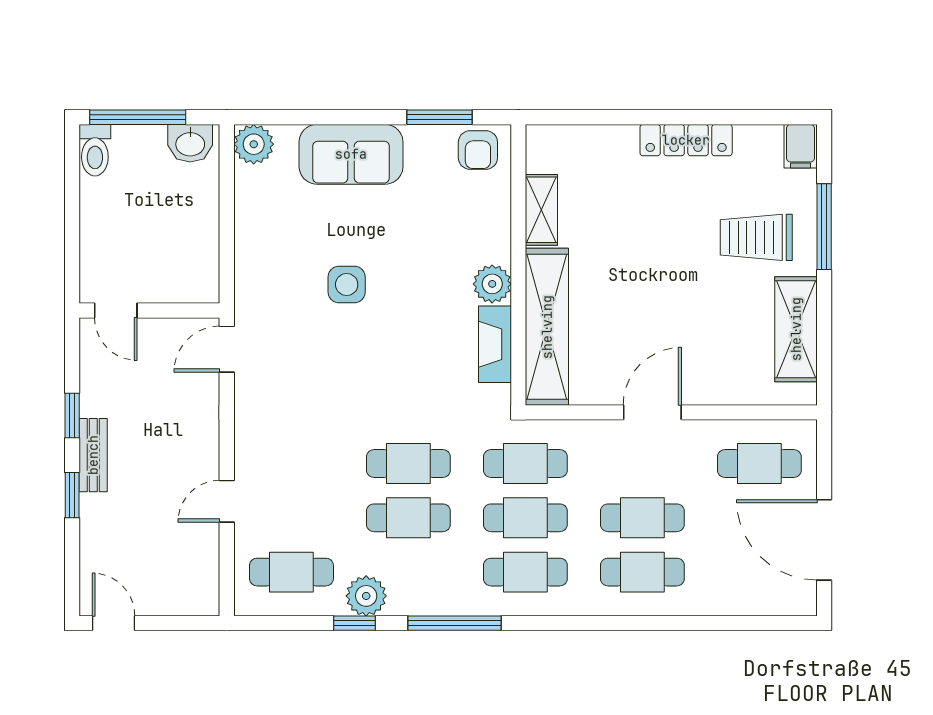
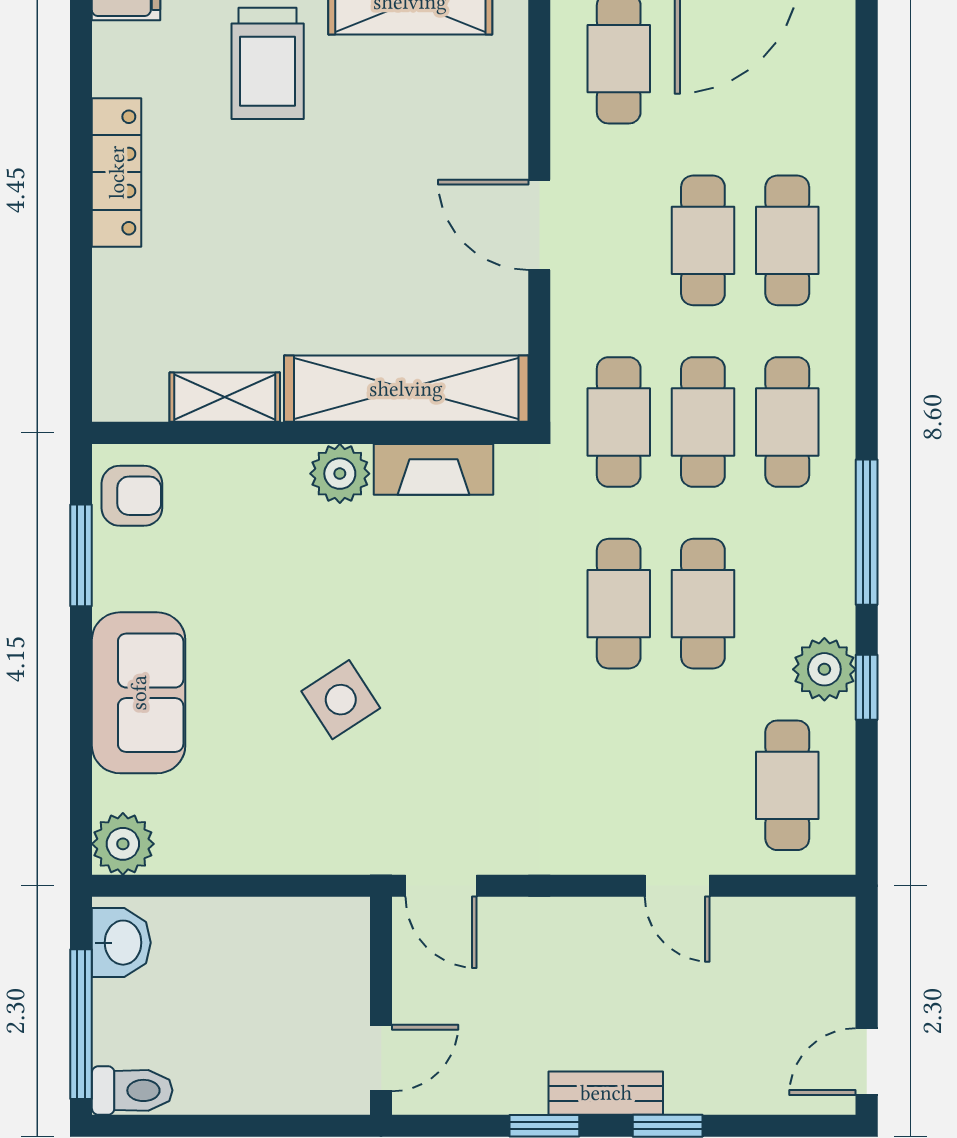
side table: (347, 284) -> (341, 700), turned -33

